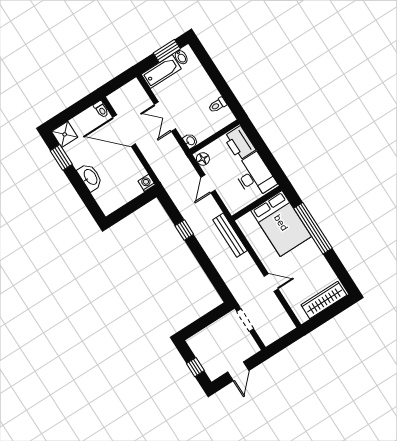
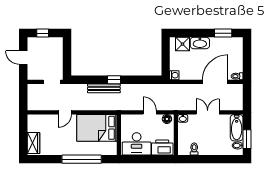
shower: (65, 134) -> (182, 44), moved
bed: (281, 223) -> (97, 128), moved
window: (184, 230) -> (114, 80), moved
bench: (230, 235) -> (104, 88), moved
wardrobe: (324, 300) -> (33, 143), width x0.67

